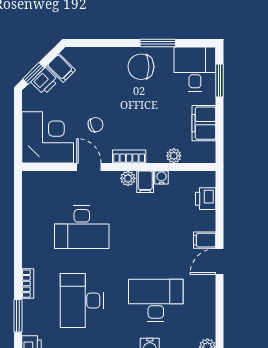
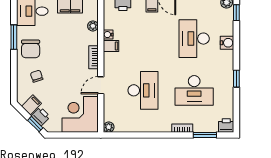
chair: (96, 125) -> (37, 76), moved
plant: (128, 178) -> (109, 127), moved

